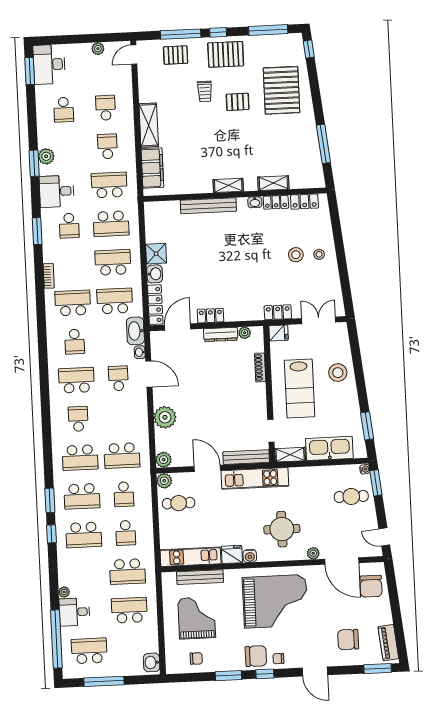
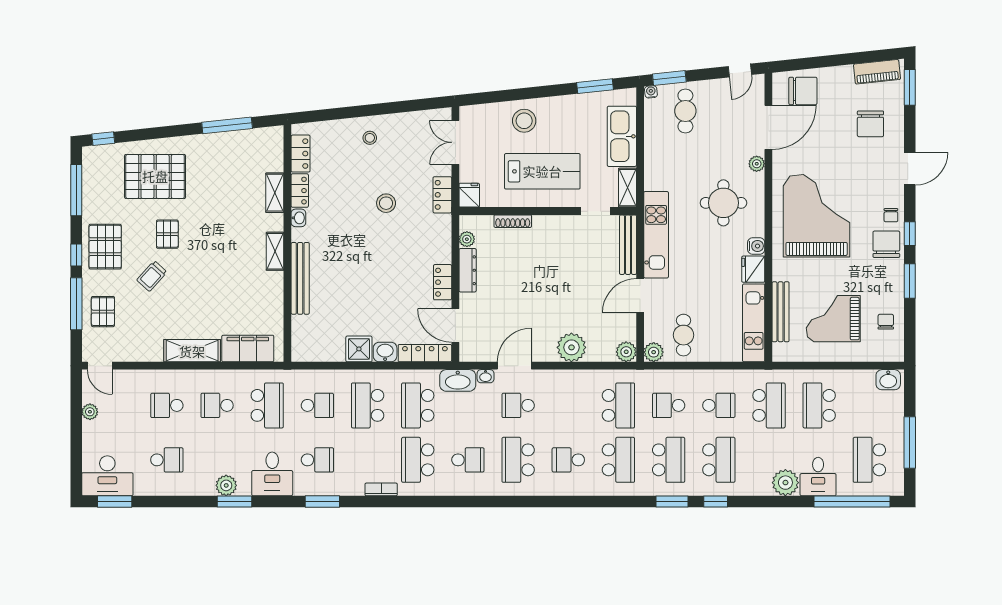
trolley: (205, 91) -> (152, 276), turned 132
school desk: (109, 185) -> (267, 405), turned 180
school desk: (111, 224) -> (317, 405), width x0.54
stool: (296, 255) -> (386, 203), moved
school desk: (124, 494) -> (669, 405), turned 180
plant: (64, 592) -> (785, 483), width x1.87, depth x1.87

